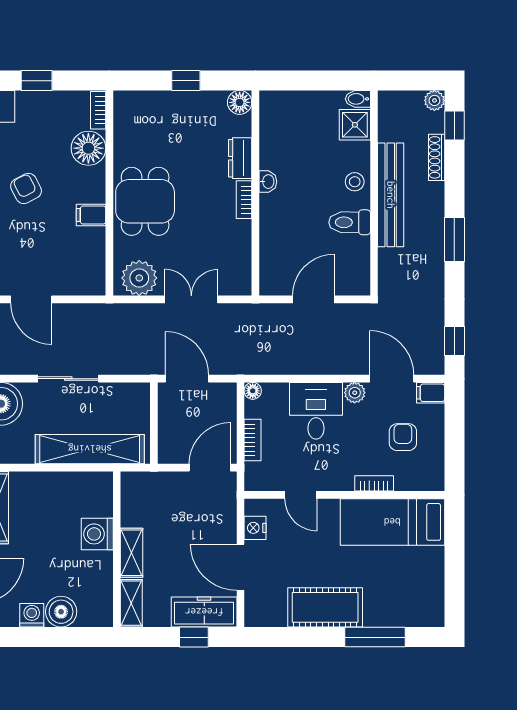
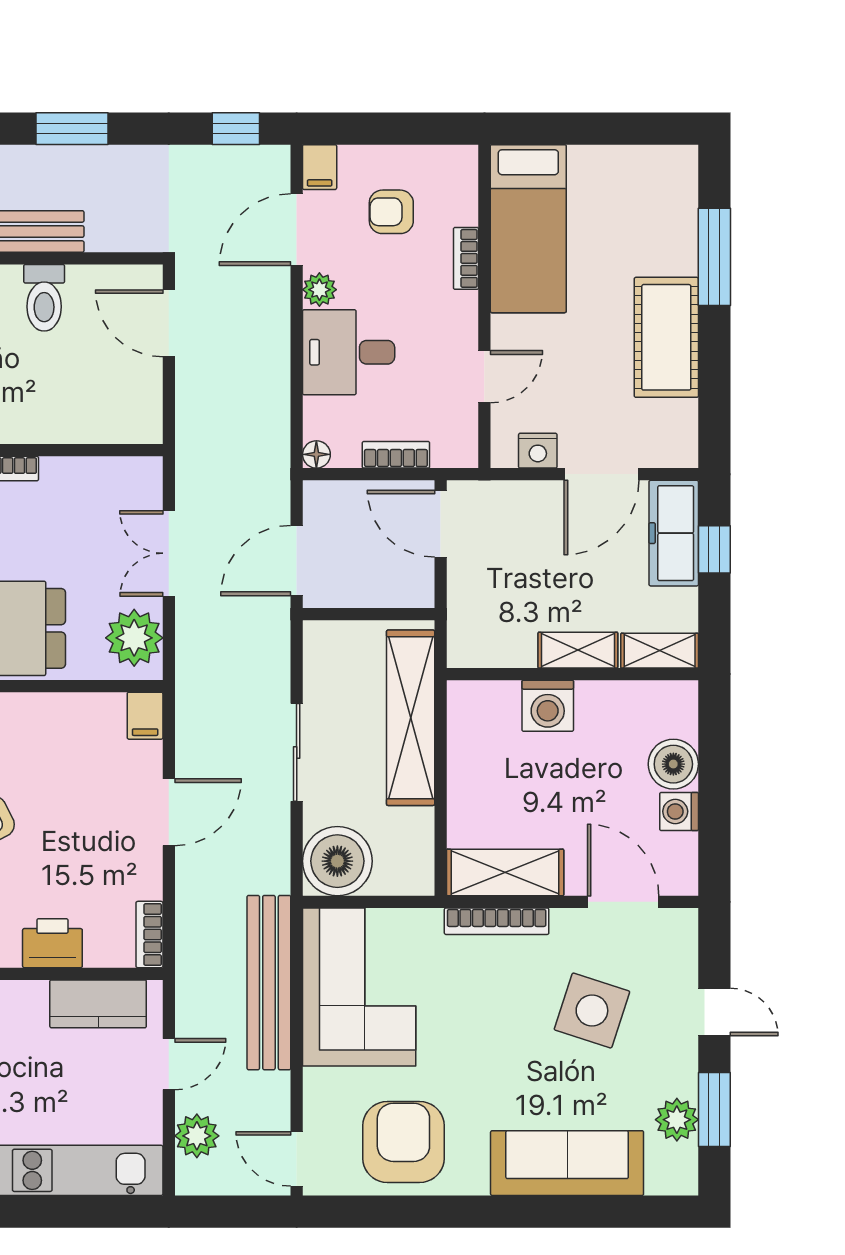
filing cabinet: (91, 215) -> (145, 716), moved
door: (313, 299) -> (169, 323), moved

